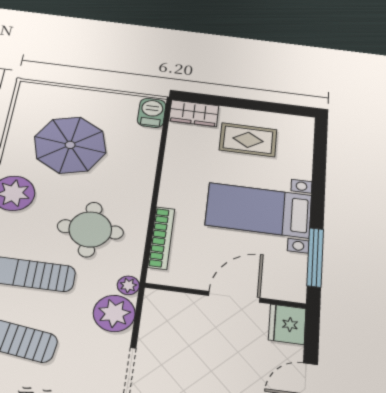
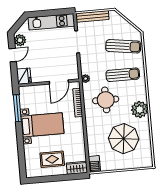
door: (234, 297) -> (59, 82), moved
plant: (114, 313) -> (88, 66), removed

